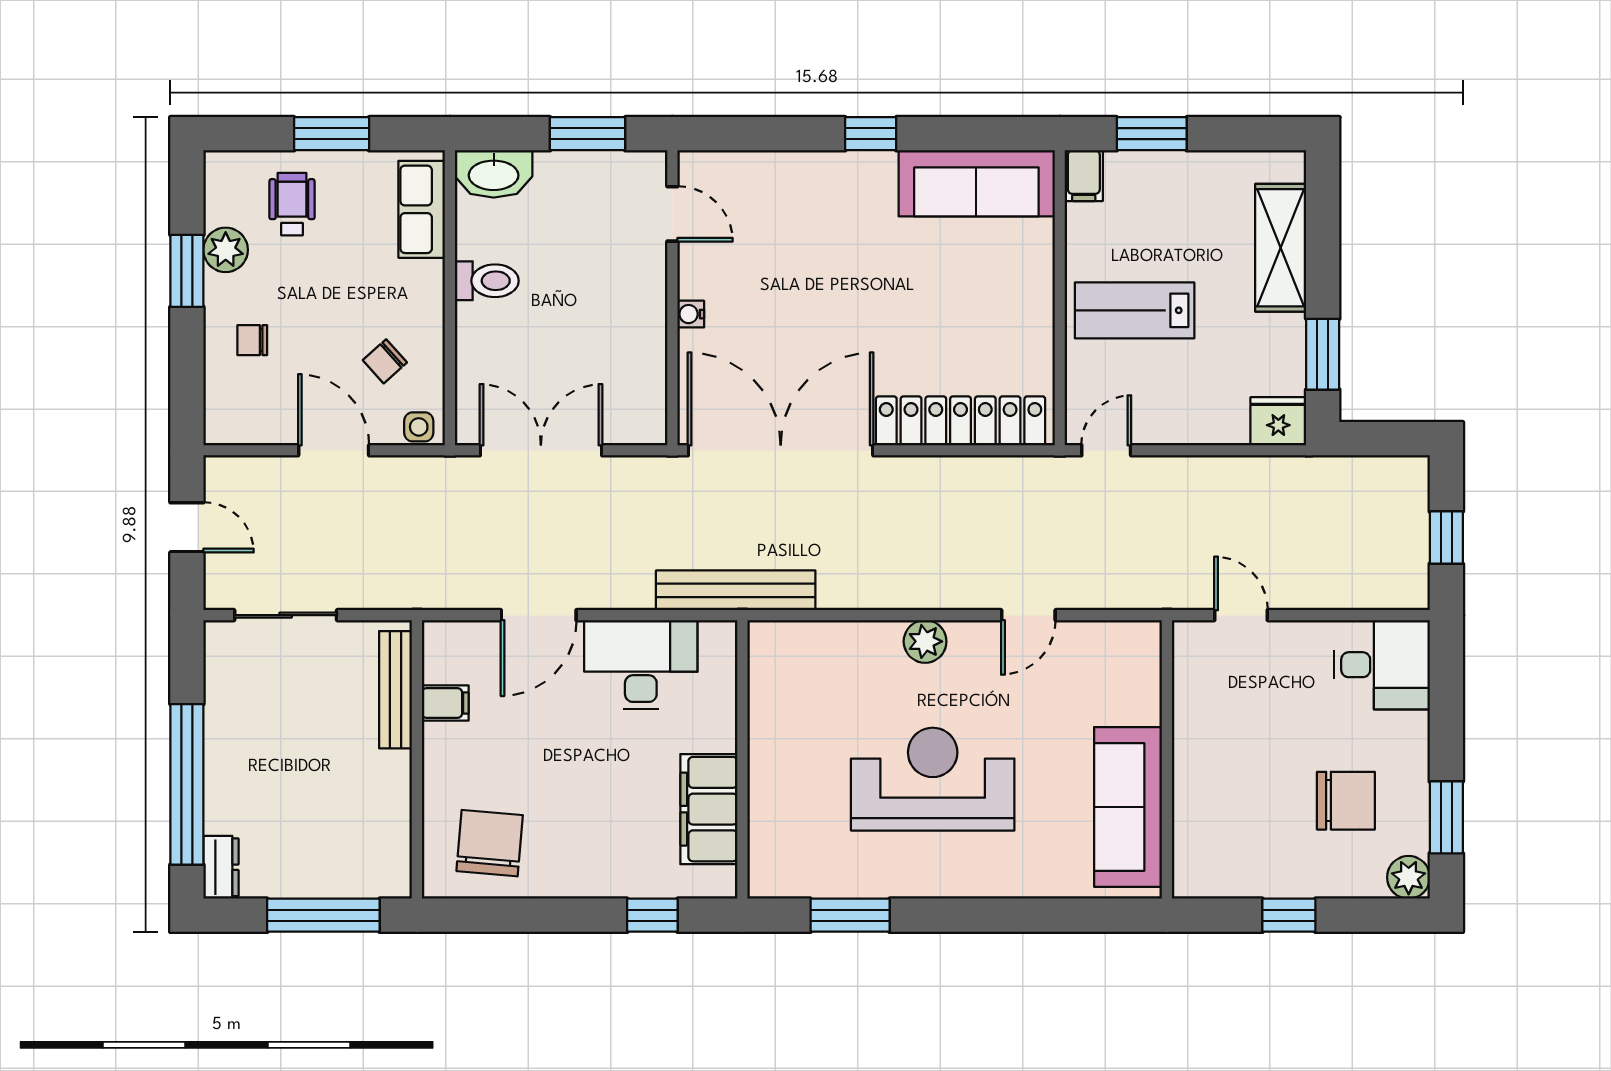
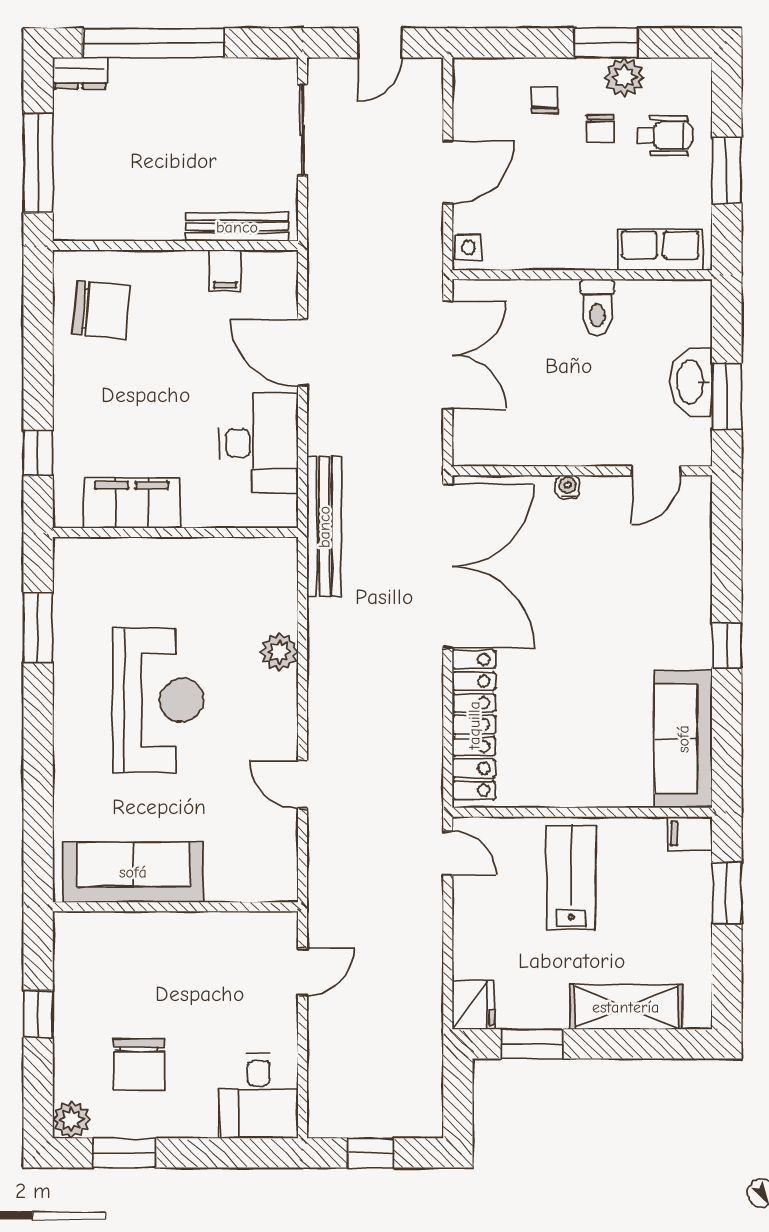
washbasin: (494, 174) -> (691, 382), moved
chair: (385, 361) -> (601, 129), moved, turned -138
plant: (925, 641) -> (279, 652), moved

